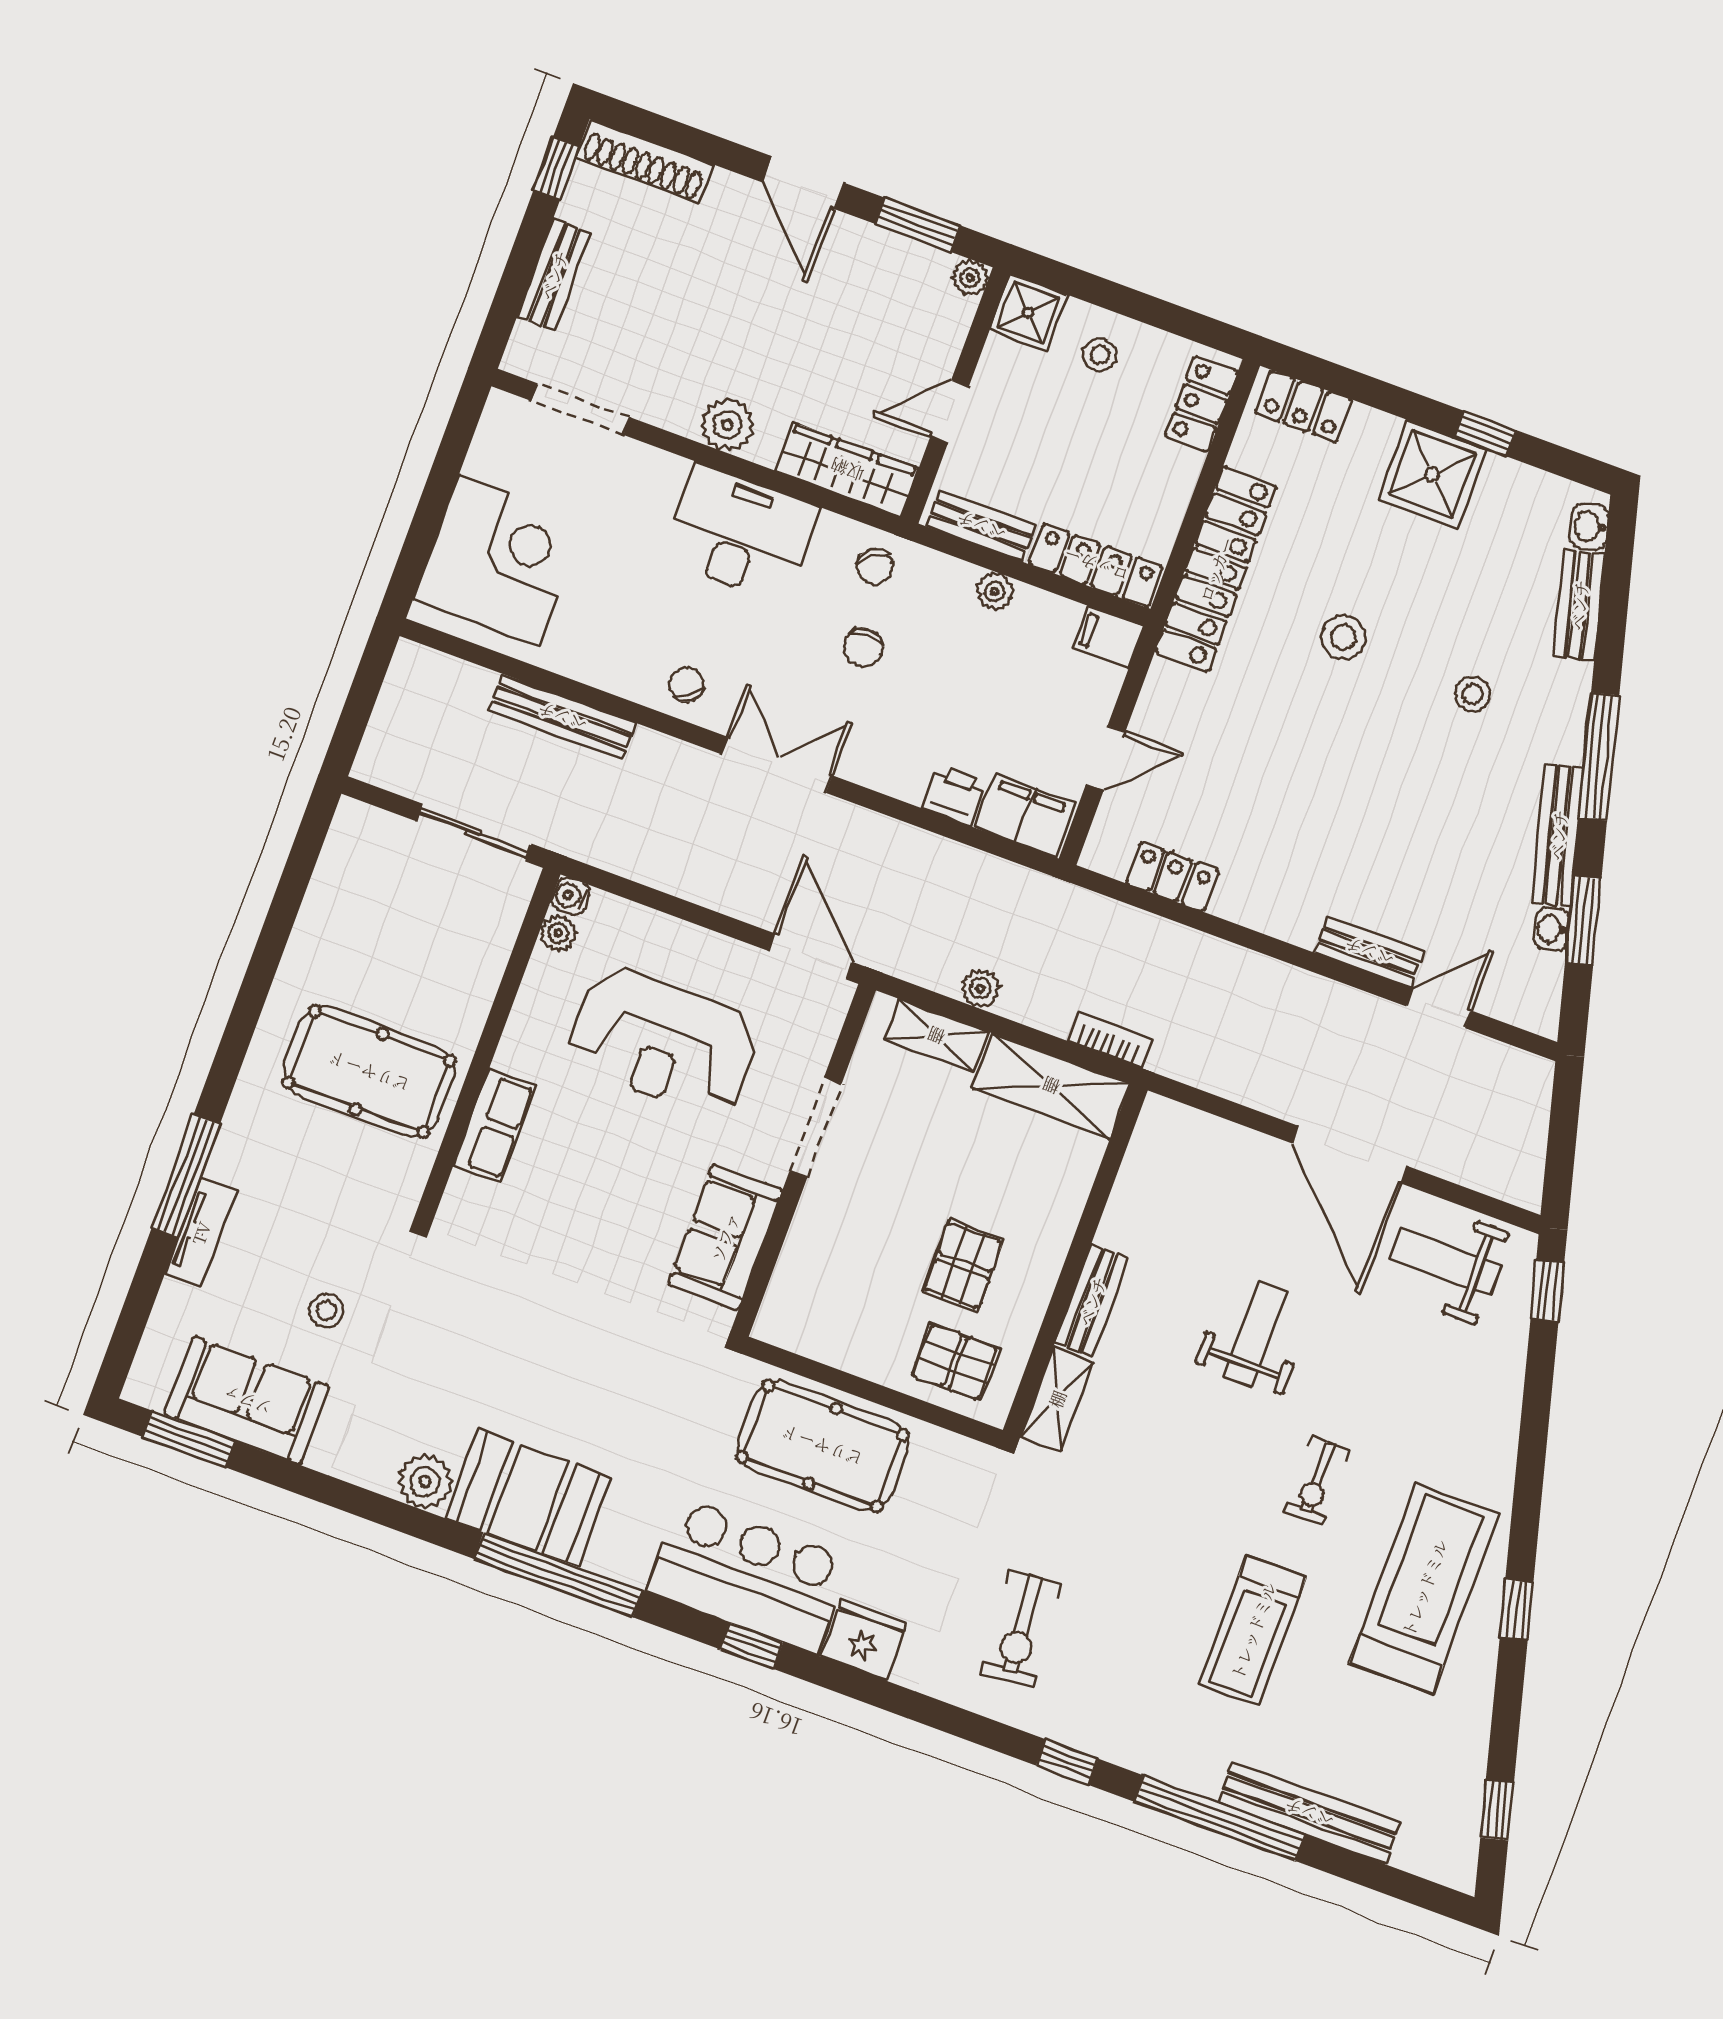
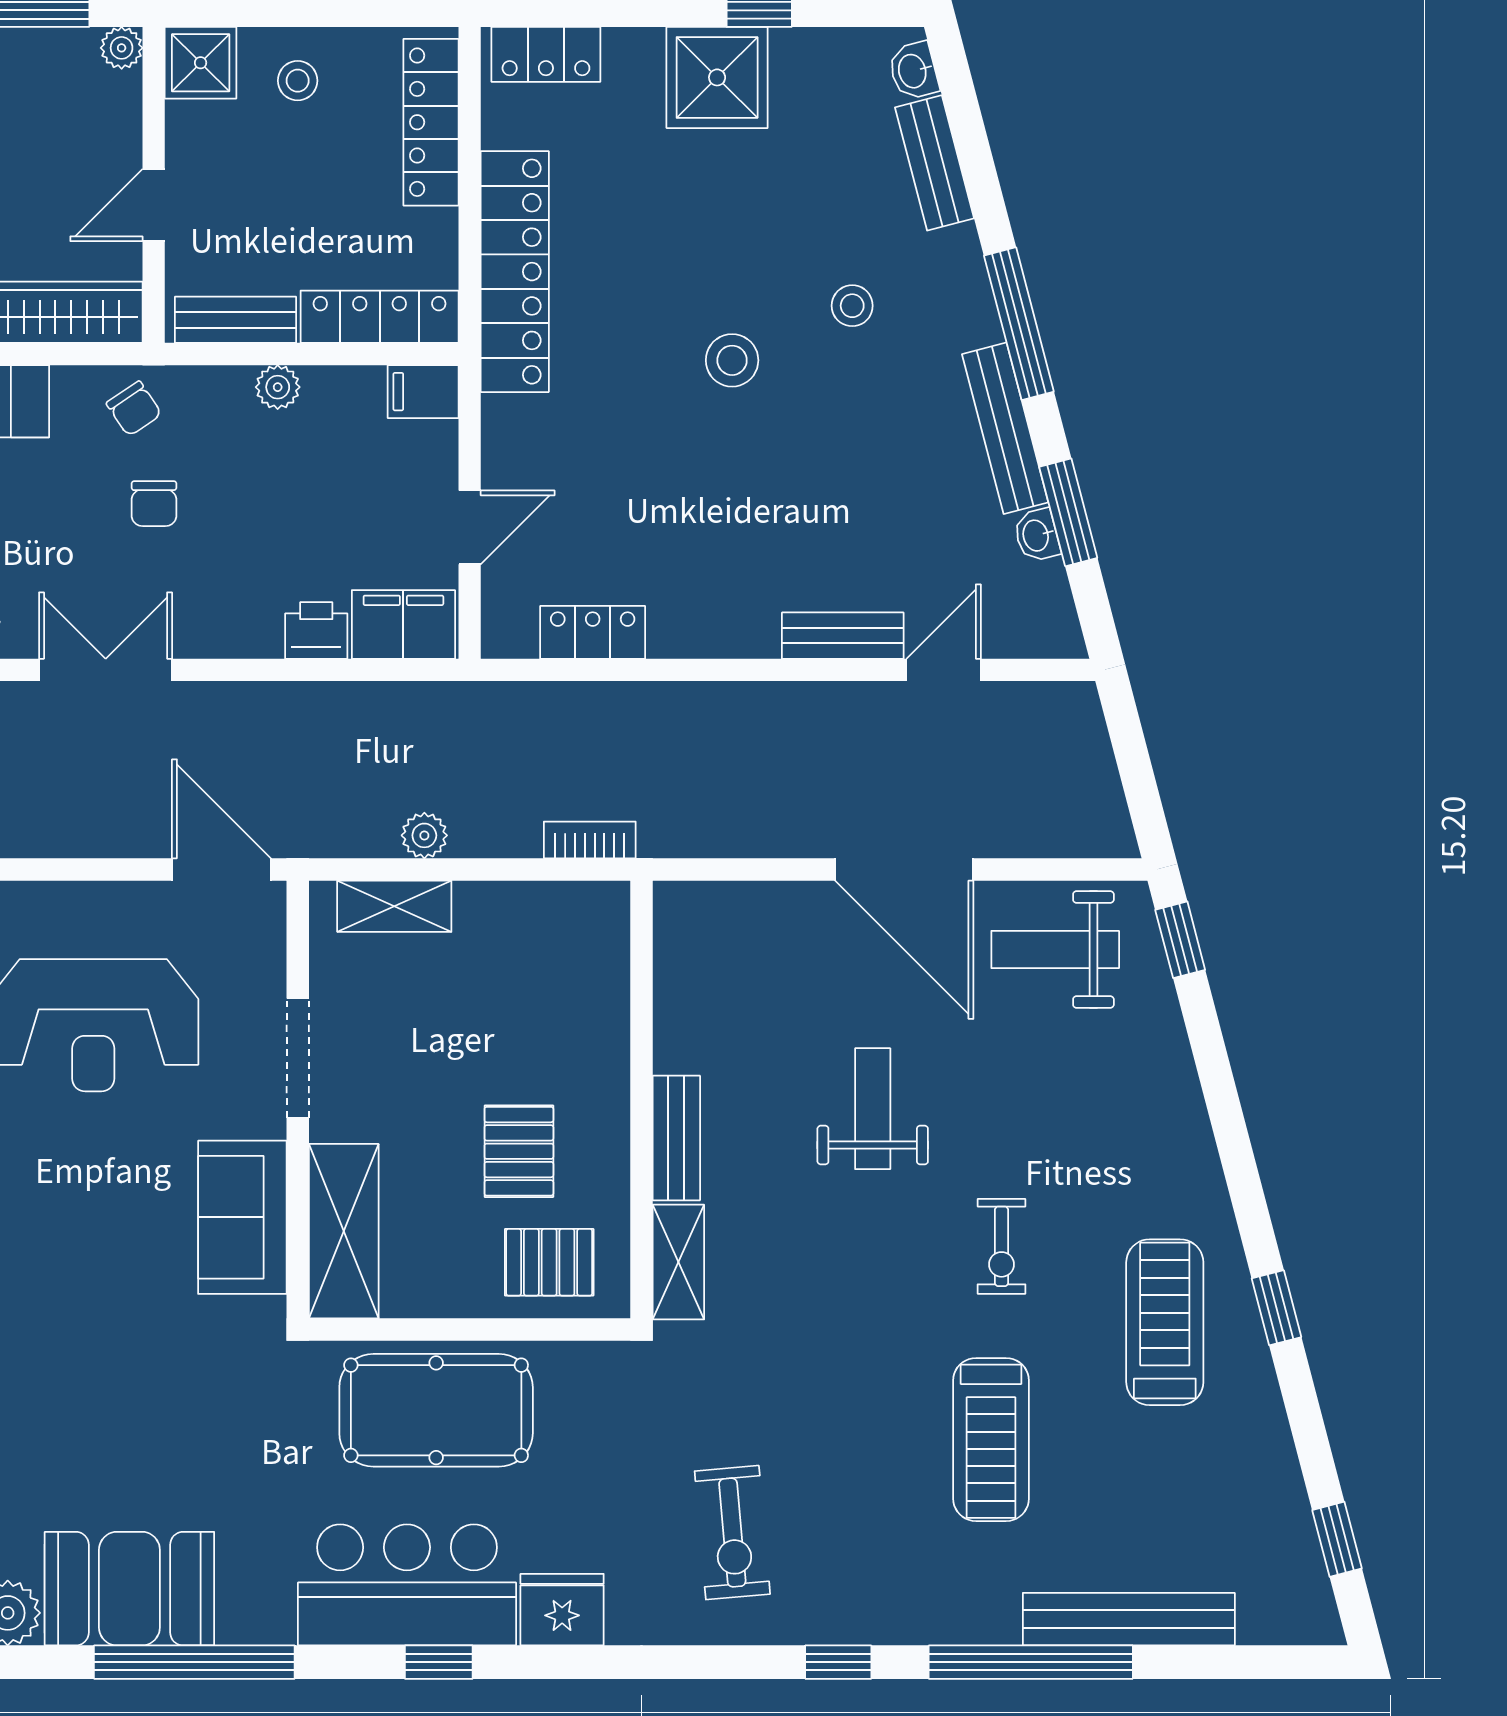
locker: (1201, 404) -> (431, 122), width x1.53
stool: (1343, 637) -> (732, 360), moved
shelving: (1051, 1086) -> (344, 1231), moved, turned 90
treadmill: (1424, 1588) -> (1165, 1322), width x0.73, depth x0.73

